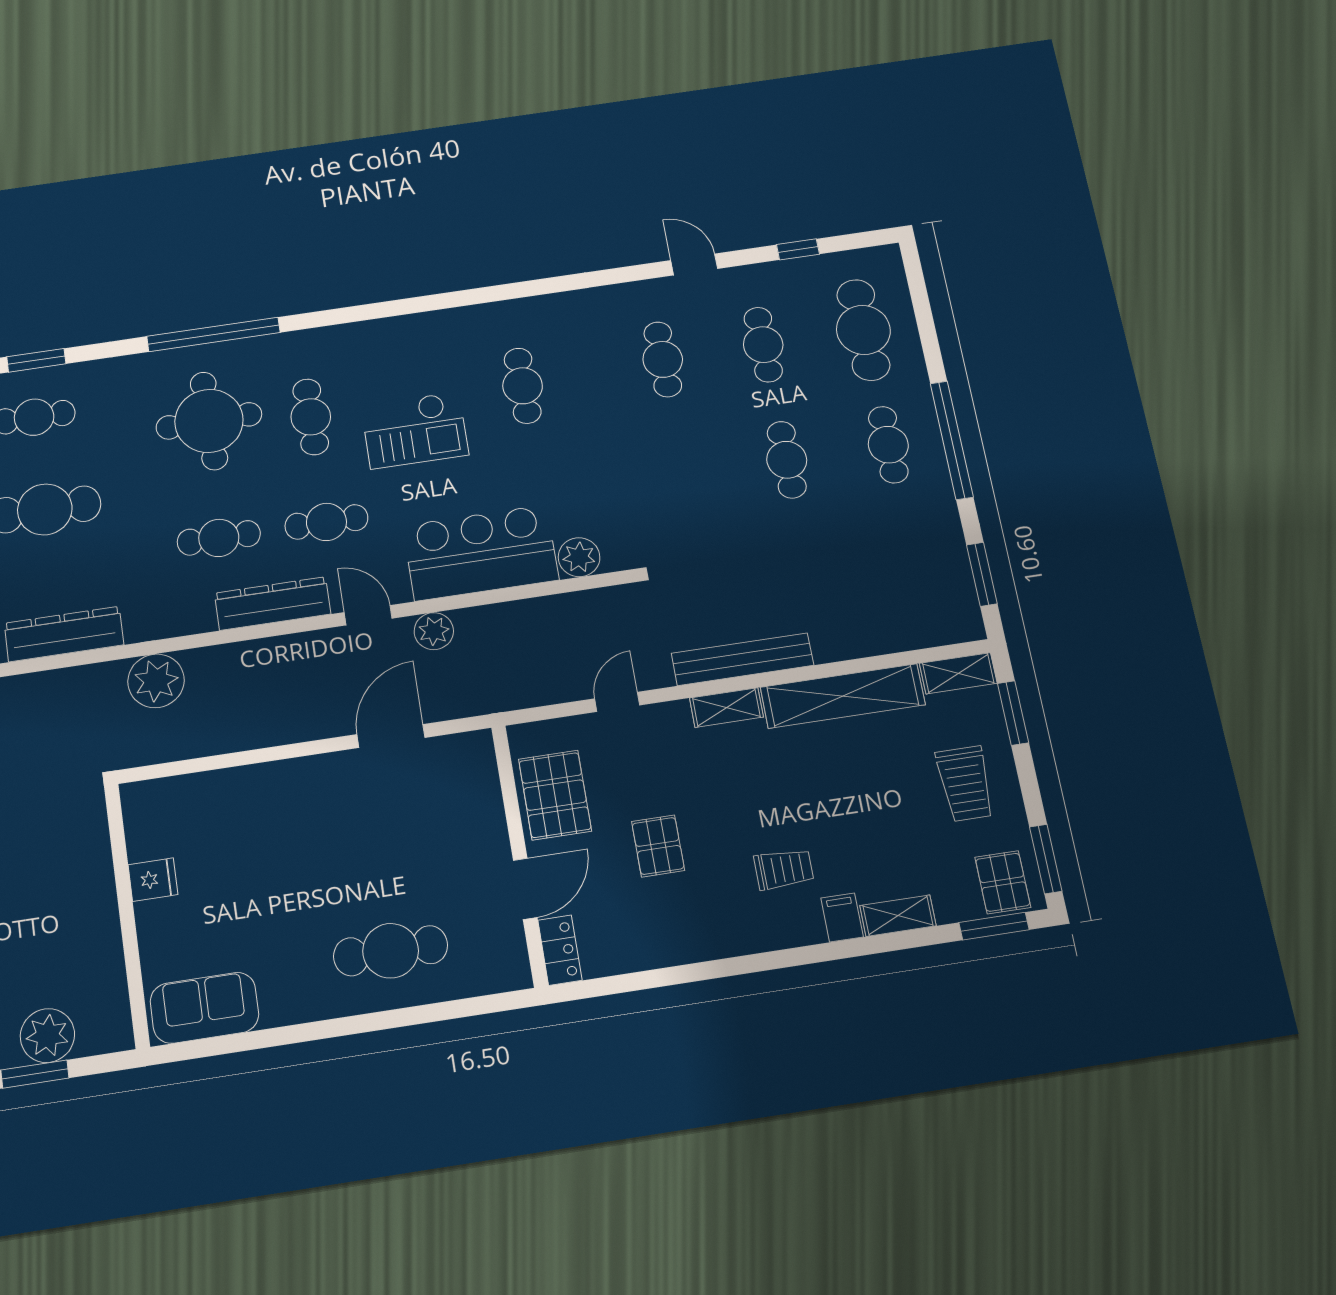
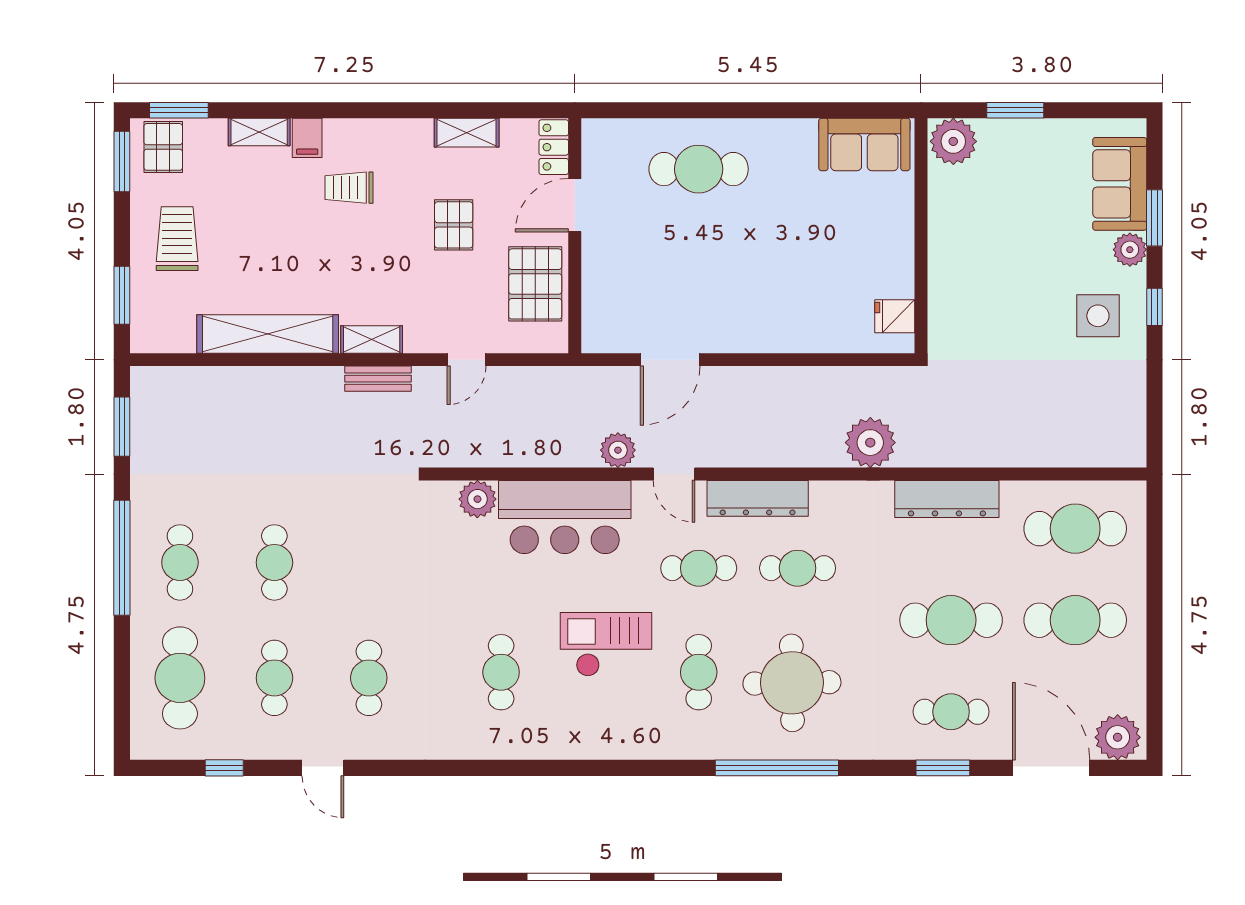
bench: (743, 659) -> (378, 379), width x0.54, depth x0.82
shelving: (958, 673) -> (467, 133), moved
fridge: (153, 880) -> (895, 316), moved
plant: (47, 1036) -> (953, 141), moved

